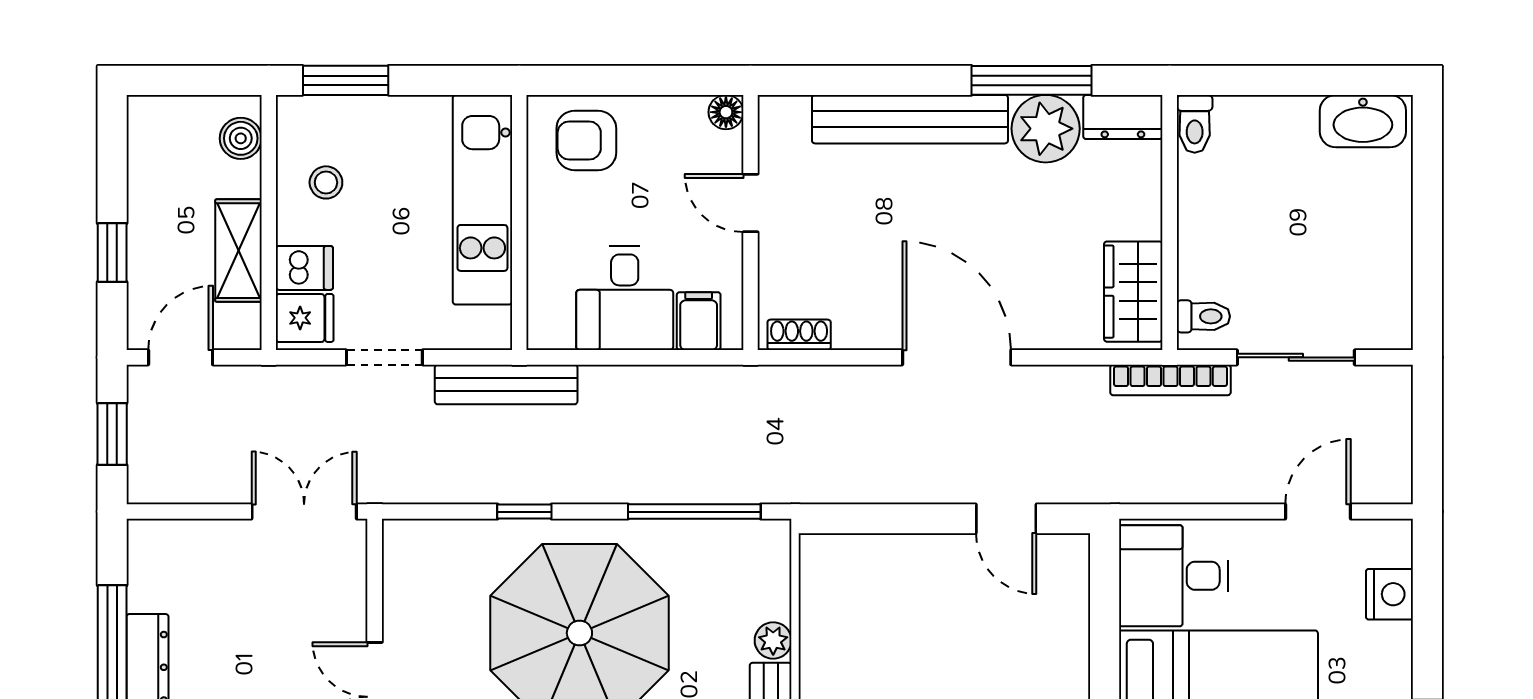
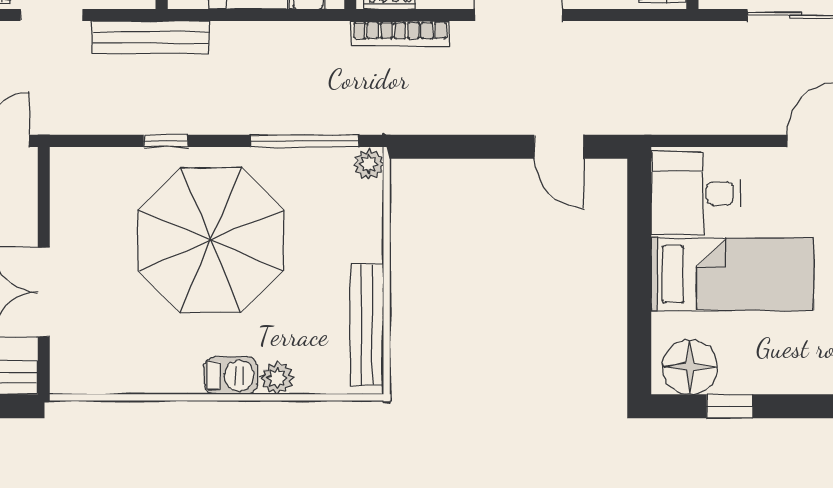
bookcase: (1170, 380) -> (400, 34), moved
plant: (773, 640) -> (369, 164), moved

